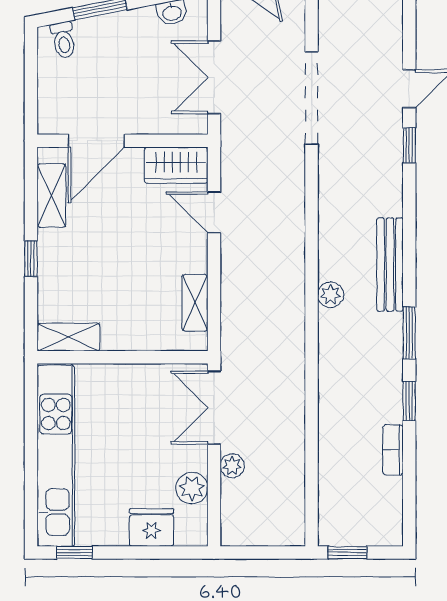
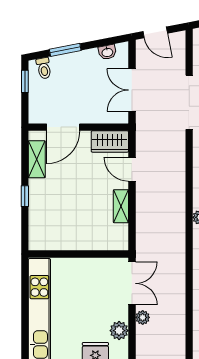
window: (31, 63) -> (25, 81), added
shelving: (195, 303) -> (121, 206), moved
shelving: (68, 337) -> (47, 242), removed
double door: (214, 408) -> (132, 283), swing flipped

